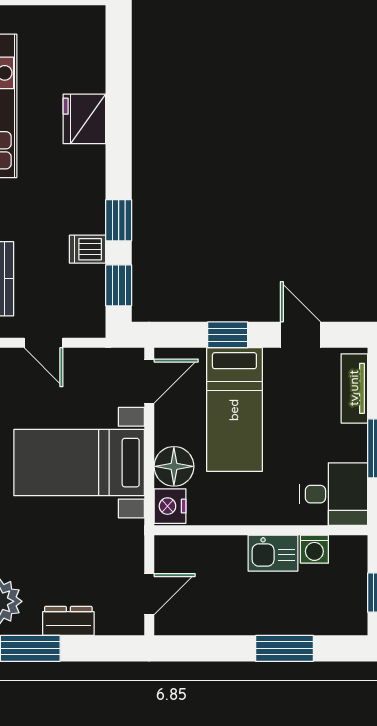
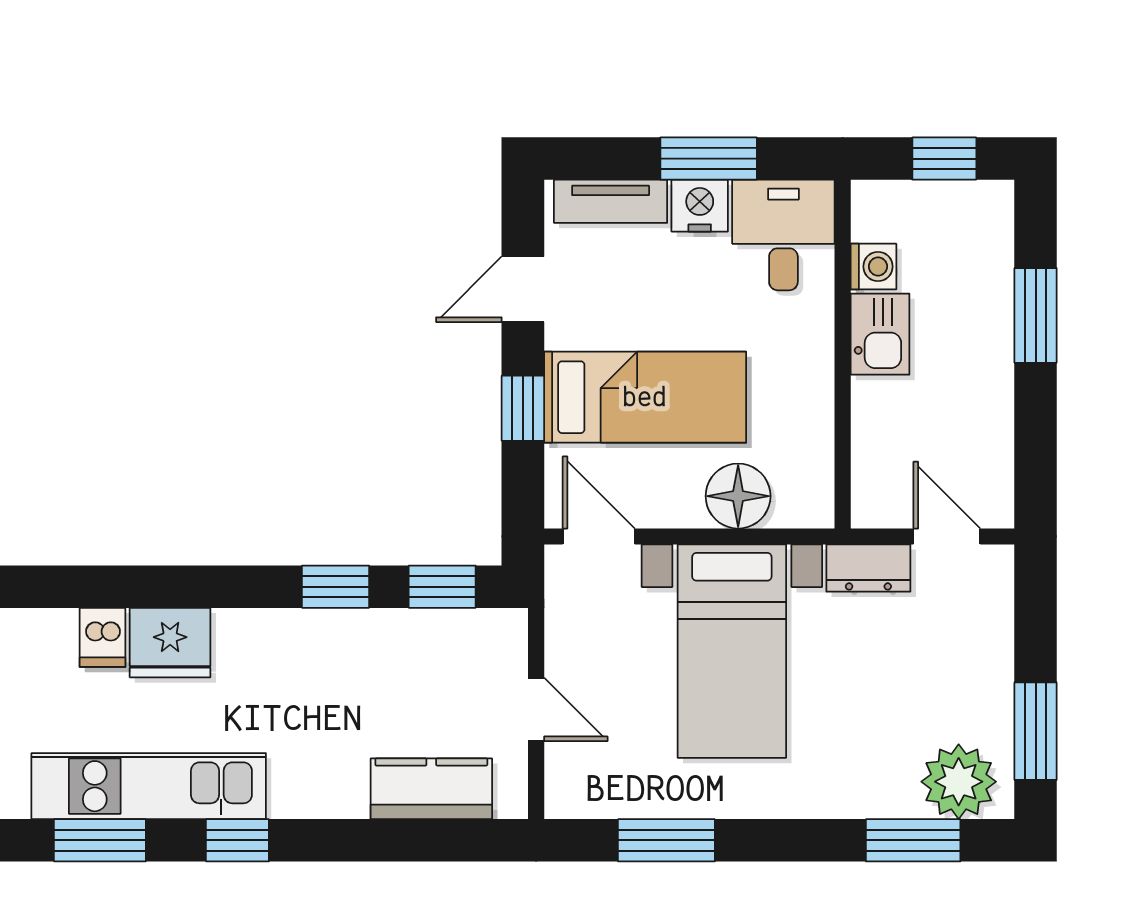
dishwasher: (88, 249) -> (103, 637), moved
door: (43, 343) -> (536, 709), hinge flipped
nightstand: (170, 506) -> (700, 206), moved, turned 180
dresser: (68, 621) -> (868, 568), moved, turned -90

